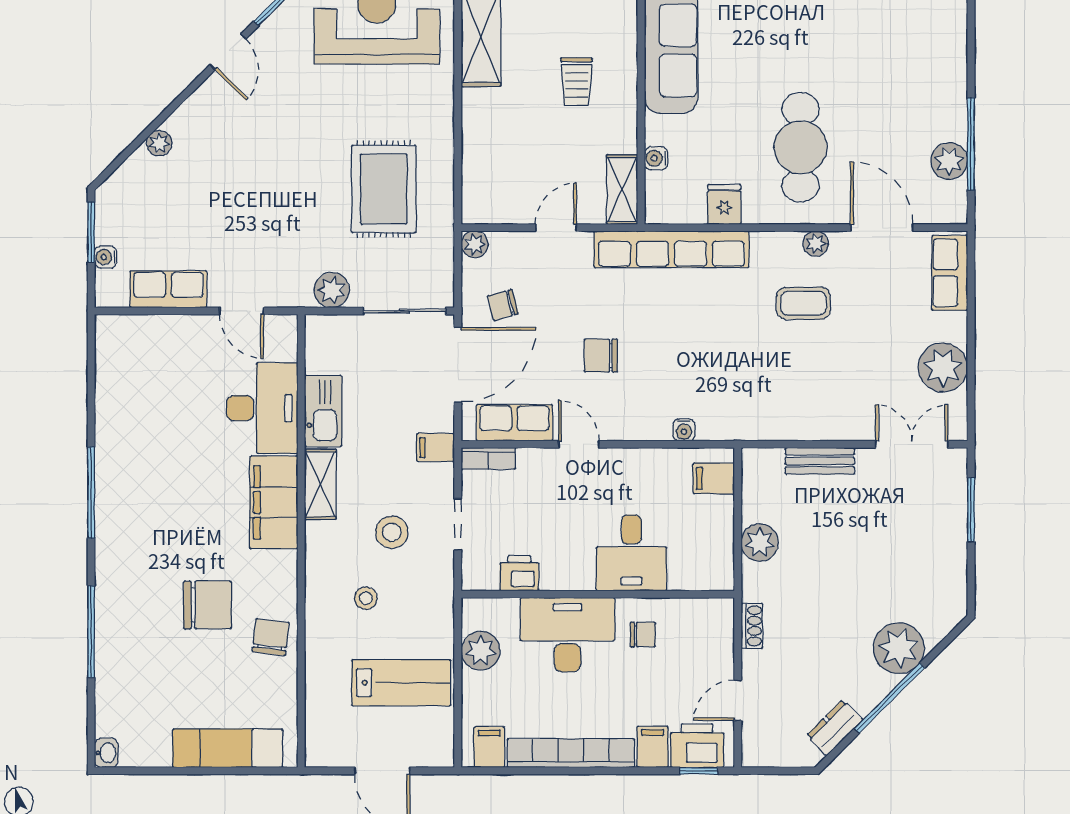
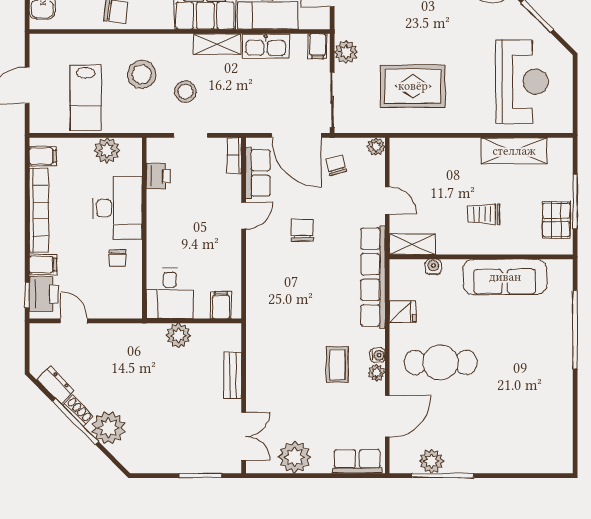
water cooler: (684, 430) -> (378, 355), moved, turned 180
filing cabinet: (436, 448) -> (317, 46), moved, turned 180
desk: (631, 553) -> (170, 294), moved, turned -90
stool: (366, 598) -> (142, 74), width x1.89, depth x1.89
shoe rack: (752, 626) -> (78, 411), moved, turned -135

